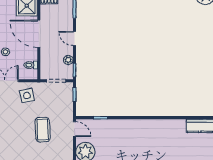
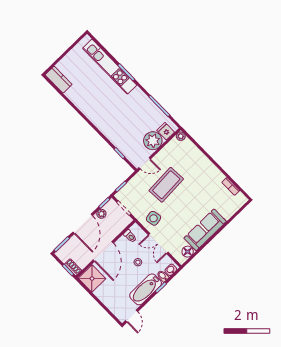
door: (74, 38) -> (83, 224), width x1.88
door: (74, 129) -> (145, 163), swing flipped
coffee table: (43, 130) -> (166, 185), width x1.36, depth x1.32

